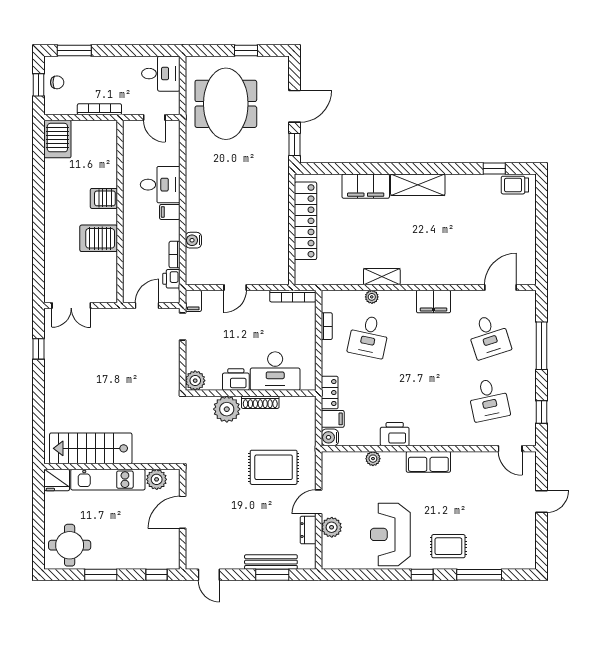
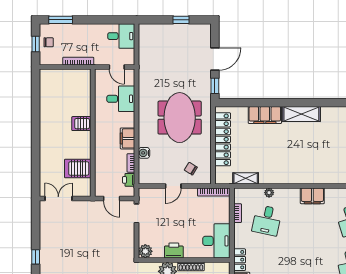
meeting table: (226, 104) -> (180, 118), moved
server rack: (57, 139) -> (49, 82), removed
desk: (160, 185) -> (121, 99), moved
filing cabinet: (170, 212) -> (128, 138), width x2.00
server rack: (99, 238) -> (78, 169), moved
chair: (260, 263) -> (191, 169), added
shelving: (382, 277) -> (246, 178), moved
filing cabinet: (193, 301) -> (144, 195), removed
double door: (71, 305) -> (58, 199), swing flipped
door: (147, 305) -> (112, 199), swing flipped
window: (39, 349) -> (36, 257), moved
desk: (275, 371) -> (216, 241), moved, turned -90

